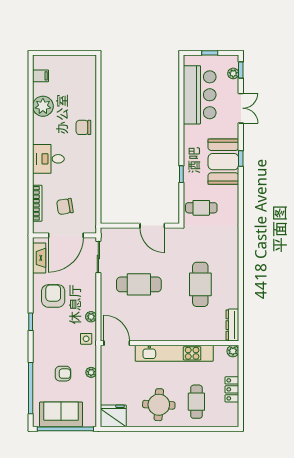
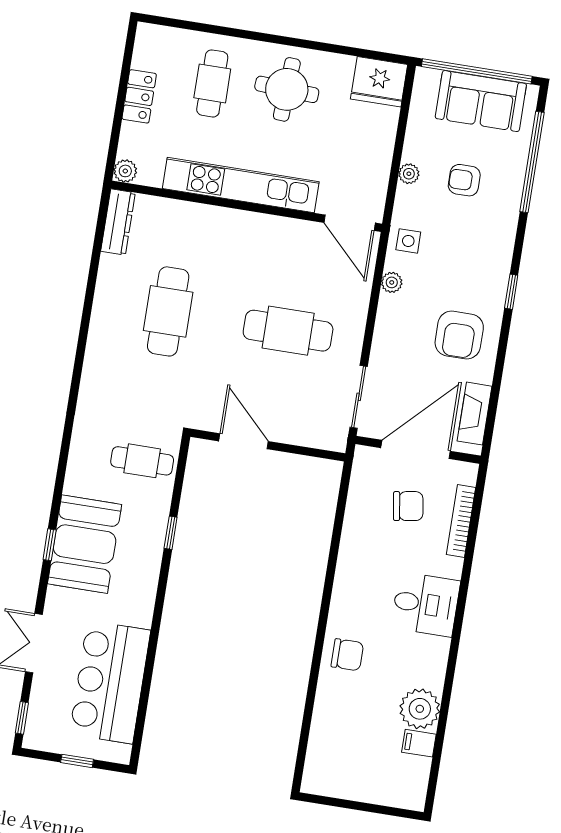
plant: (233, 73) -> (38, 713), removed
filing cabinet: (41, 76) -> (419, 743), moved

